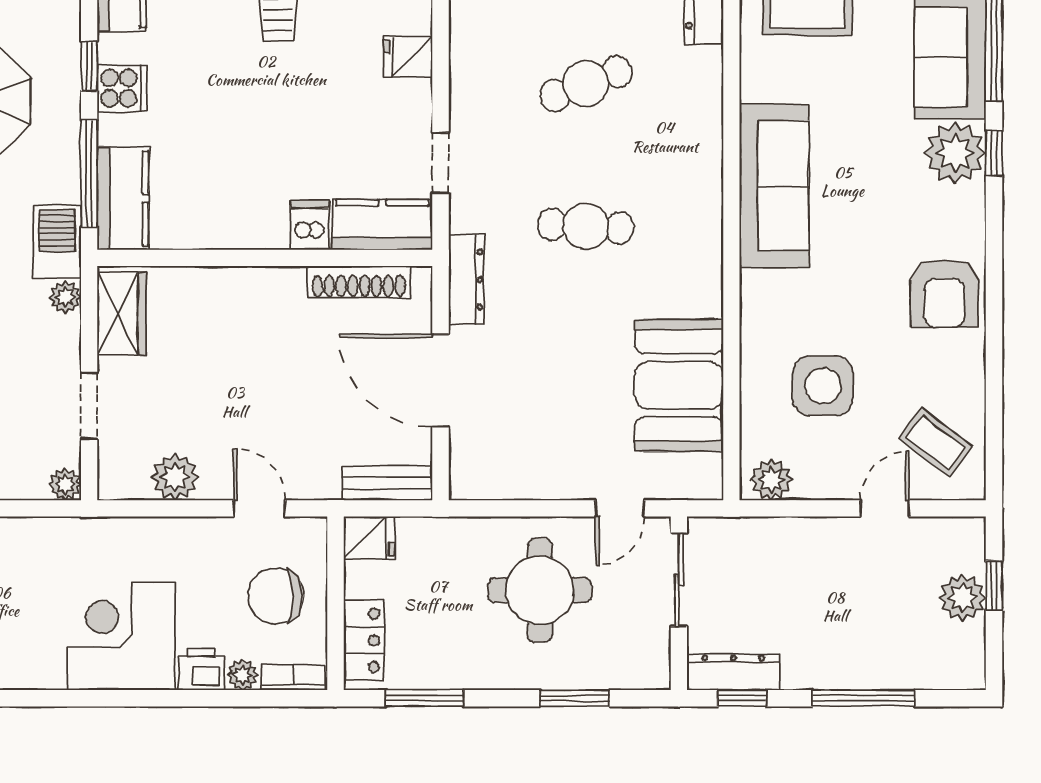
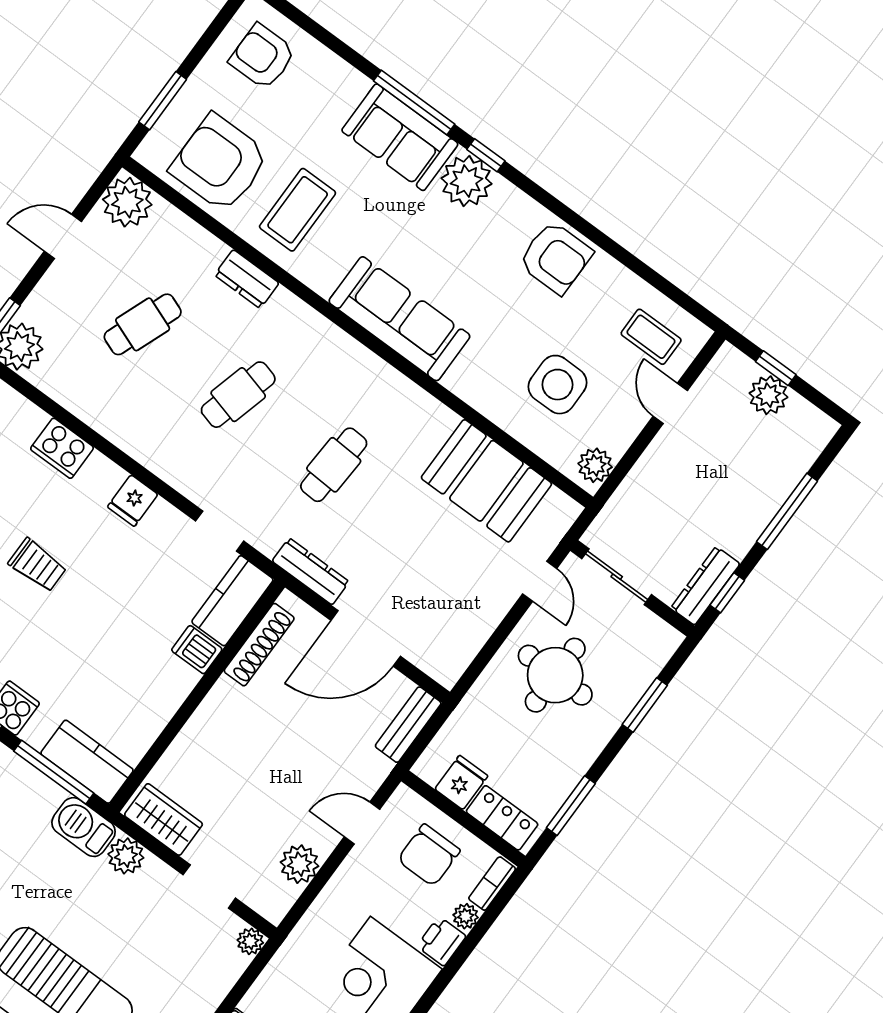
cafe table: (586, 84) -> (238, 395), turned 36
plant: (65, 297) -> (126, 856), width x1.38, depth x1.38
coffee table: (936, 442) -> (651, 337), turned 53
fridge: (369, 538) -> (461, 782), moved

